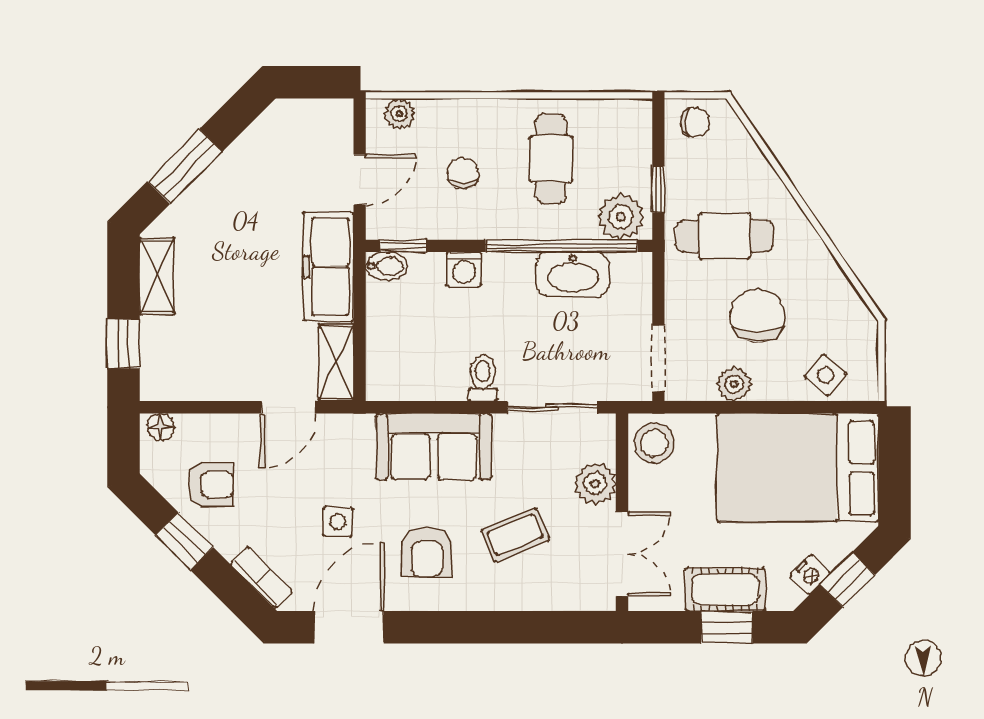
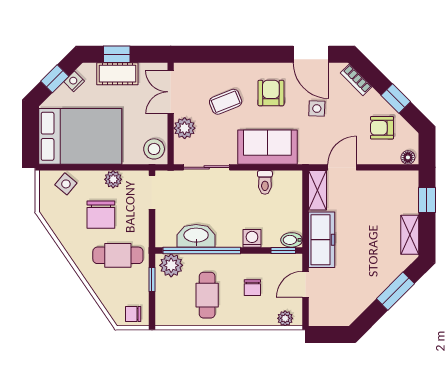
toilet: (483, 378) -> (265, 182), moved
door: (349, 627) -> (311, 54), hinge flipped

